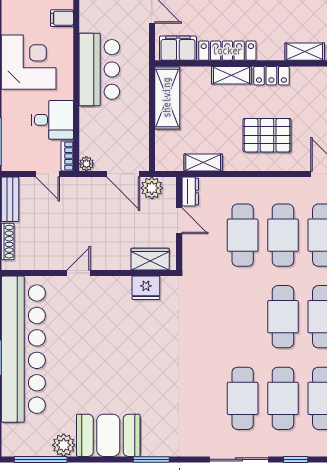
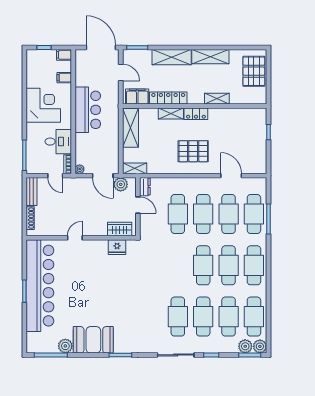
shelving: (203, 163) -> (135, 168), moved

